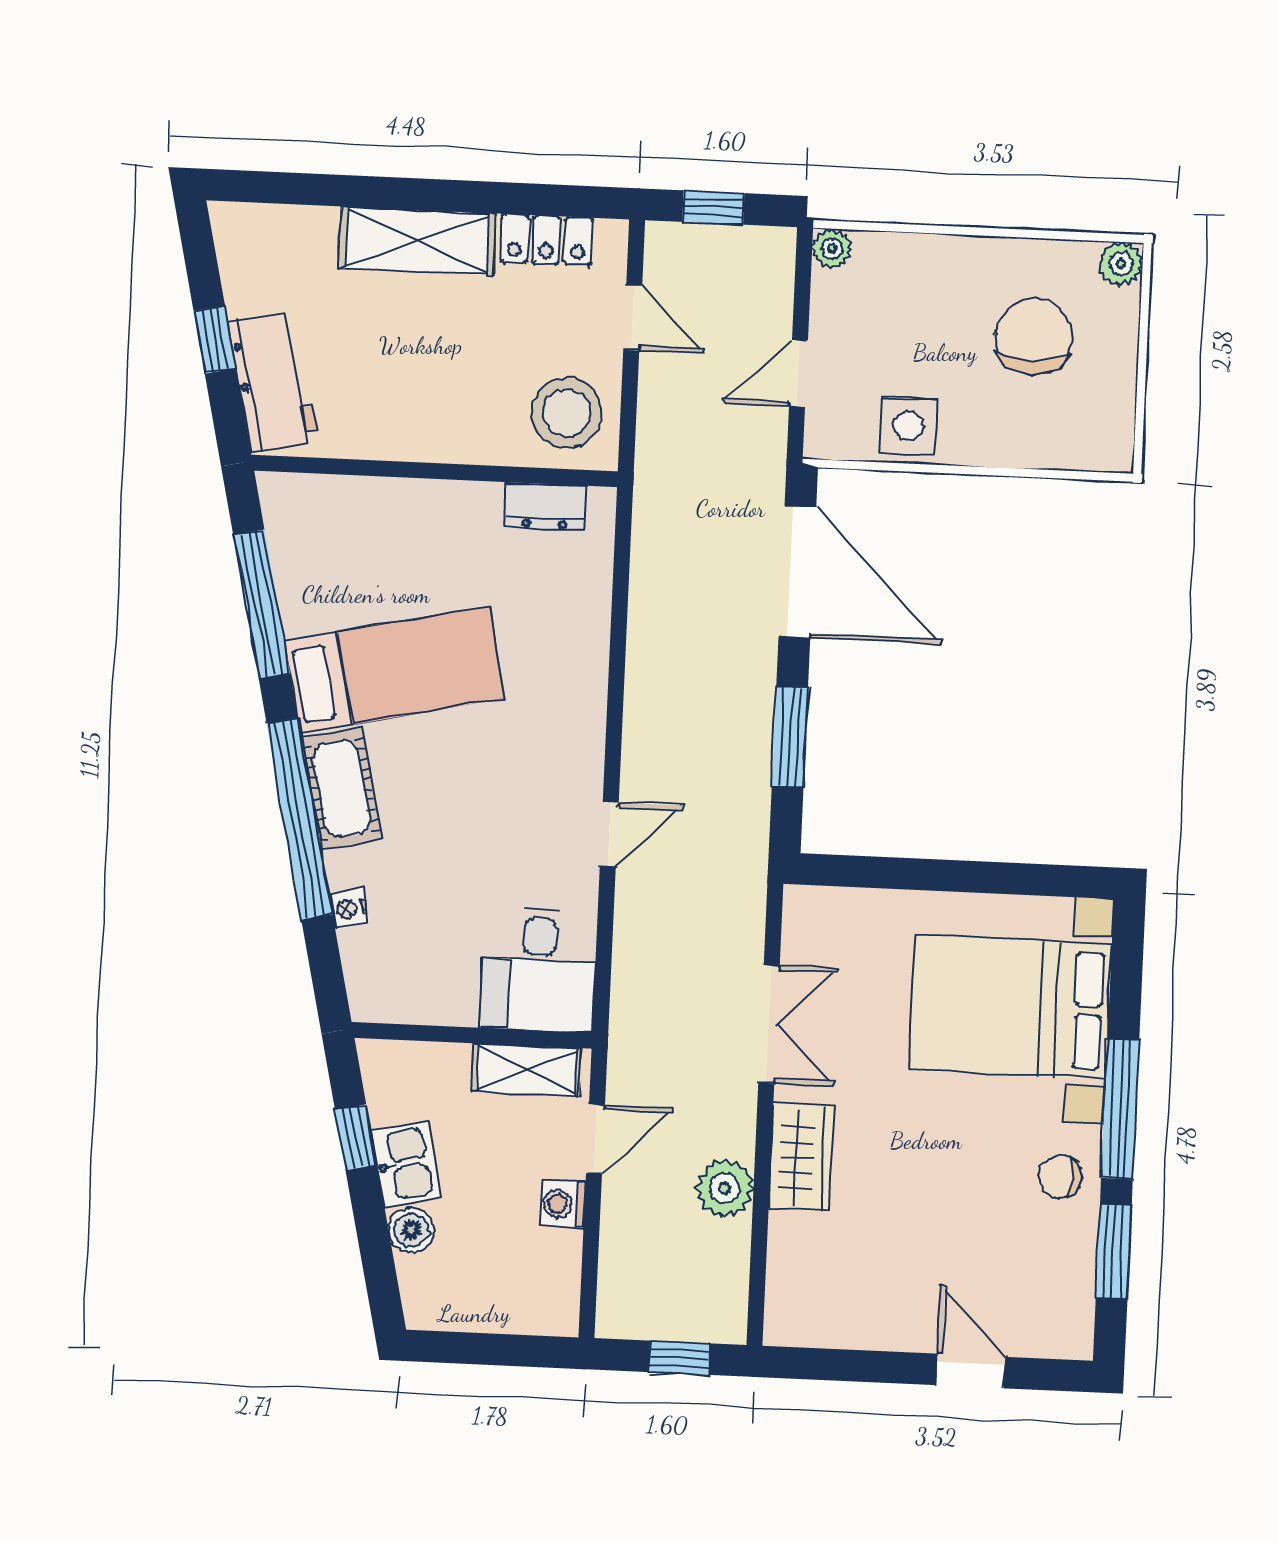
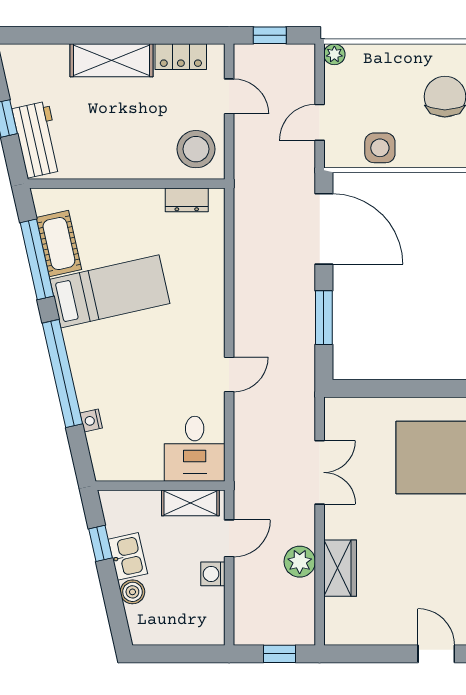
cot: (341, 789) -> (59, 244), moved
wardrobe: (801, 1157) -> (340, 568), moved

